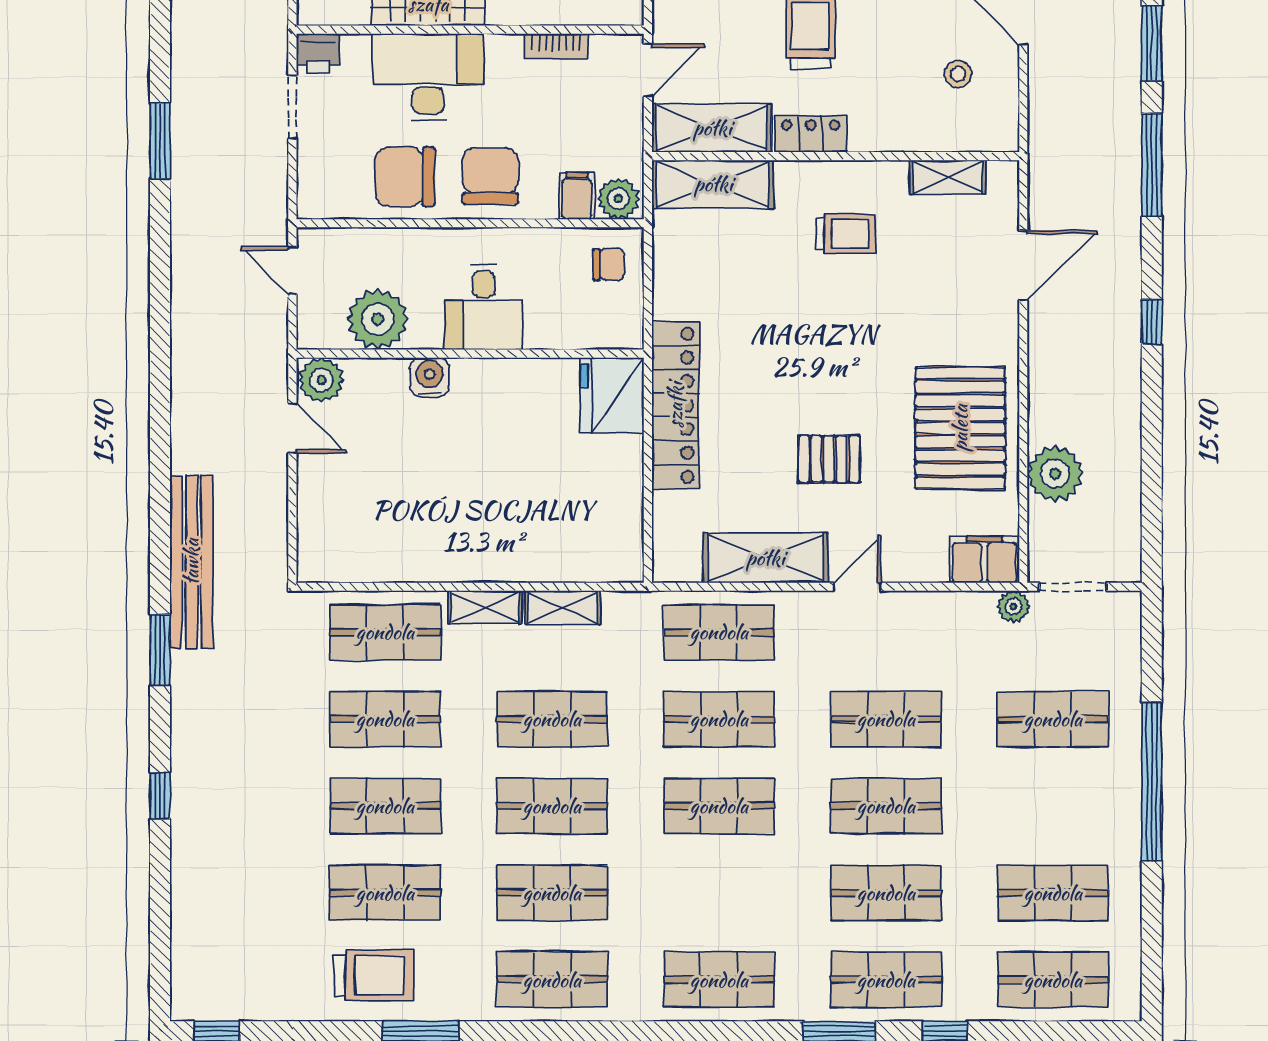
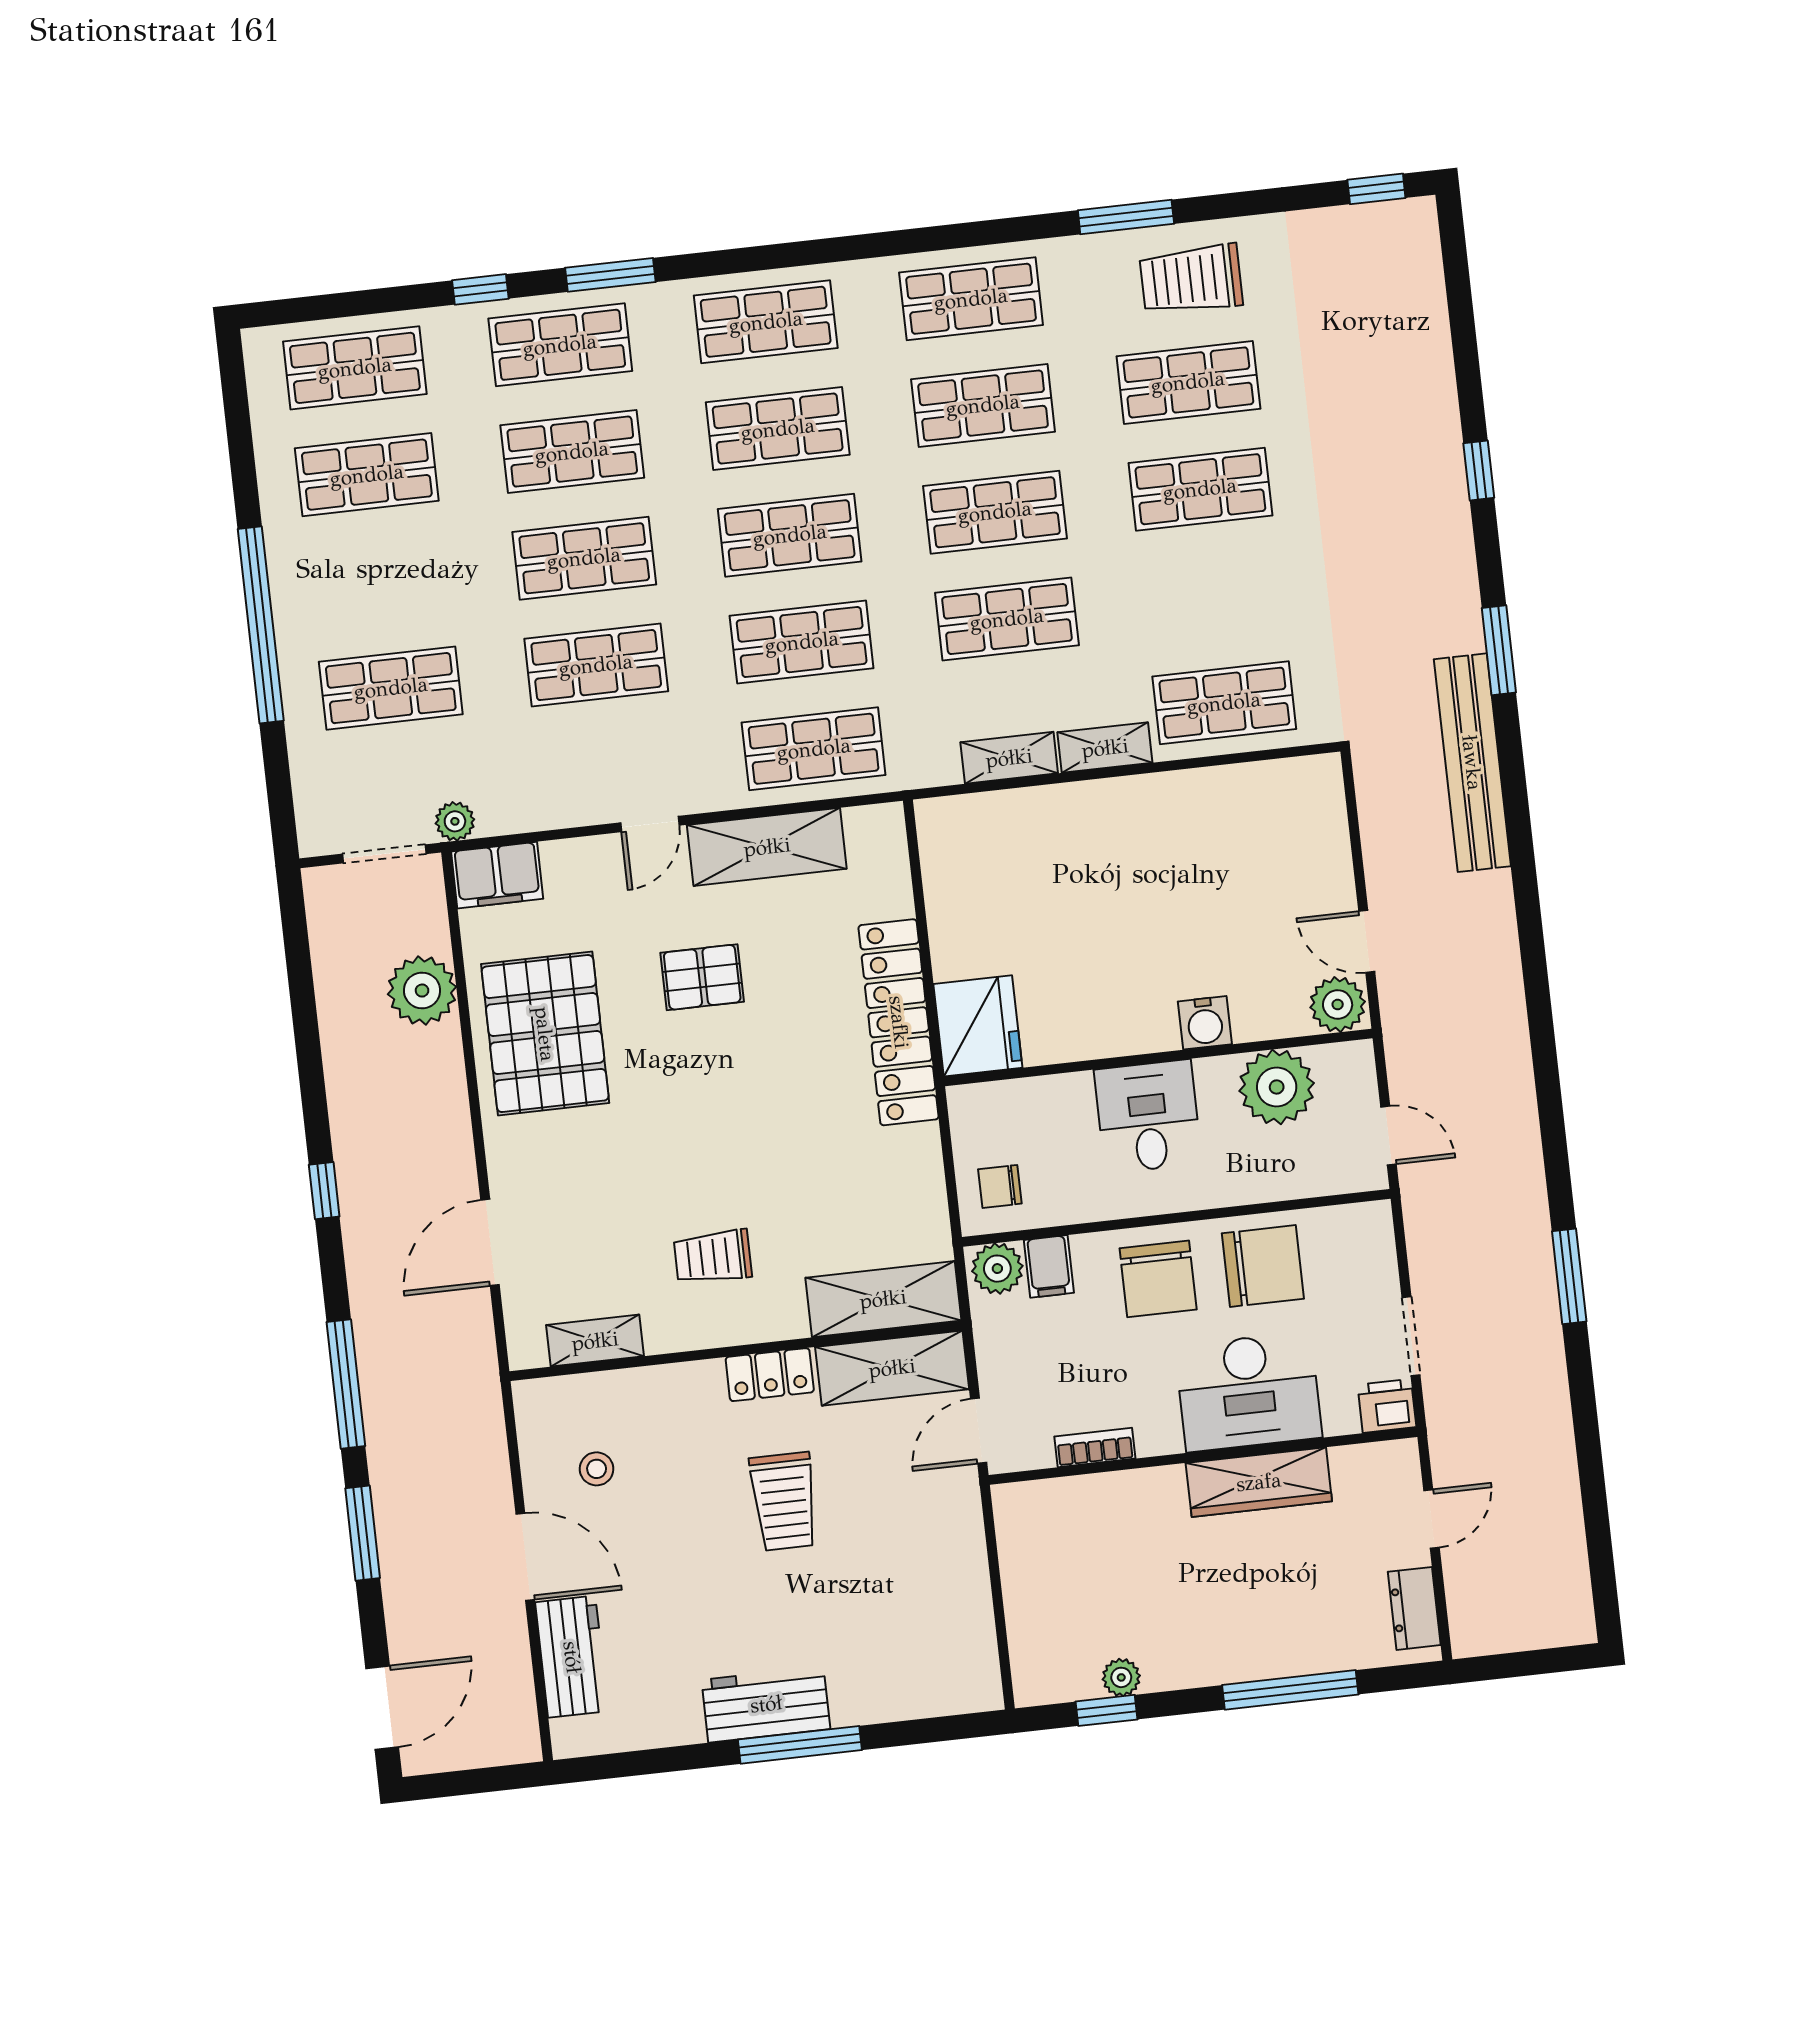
shop shelf: (385, 719) -> (778, 429), moved

